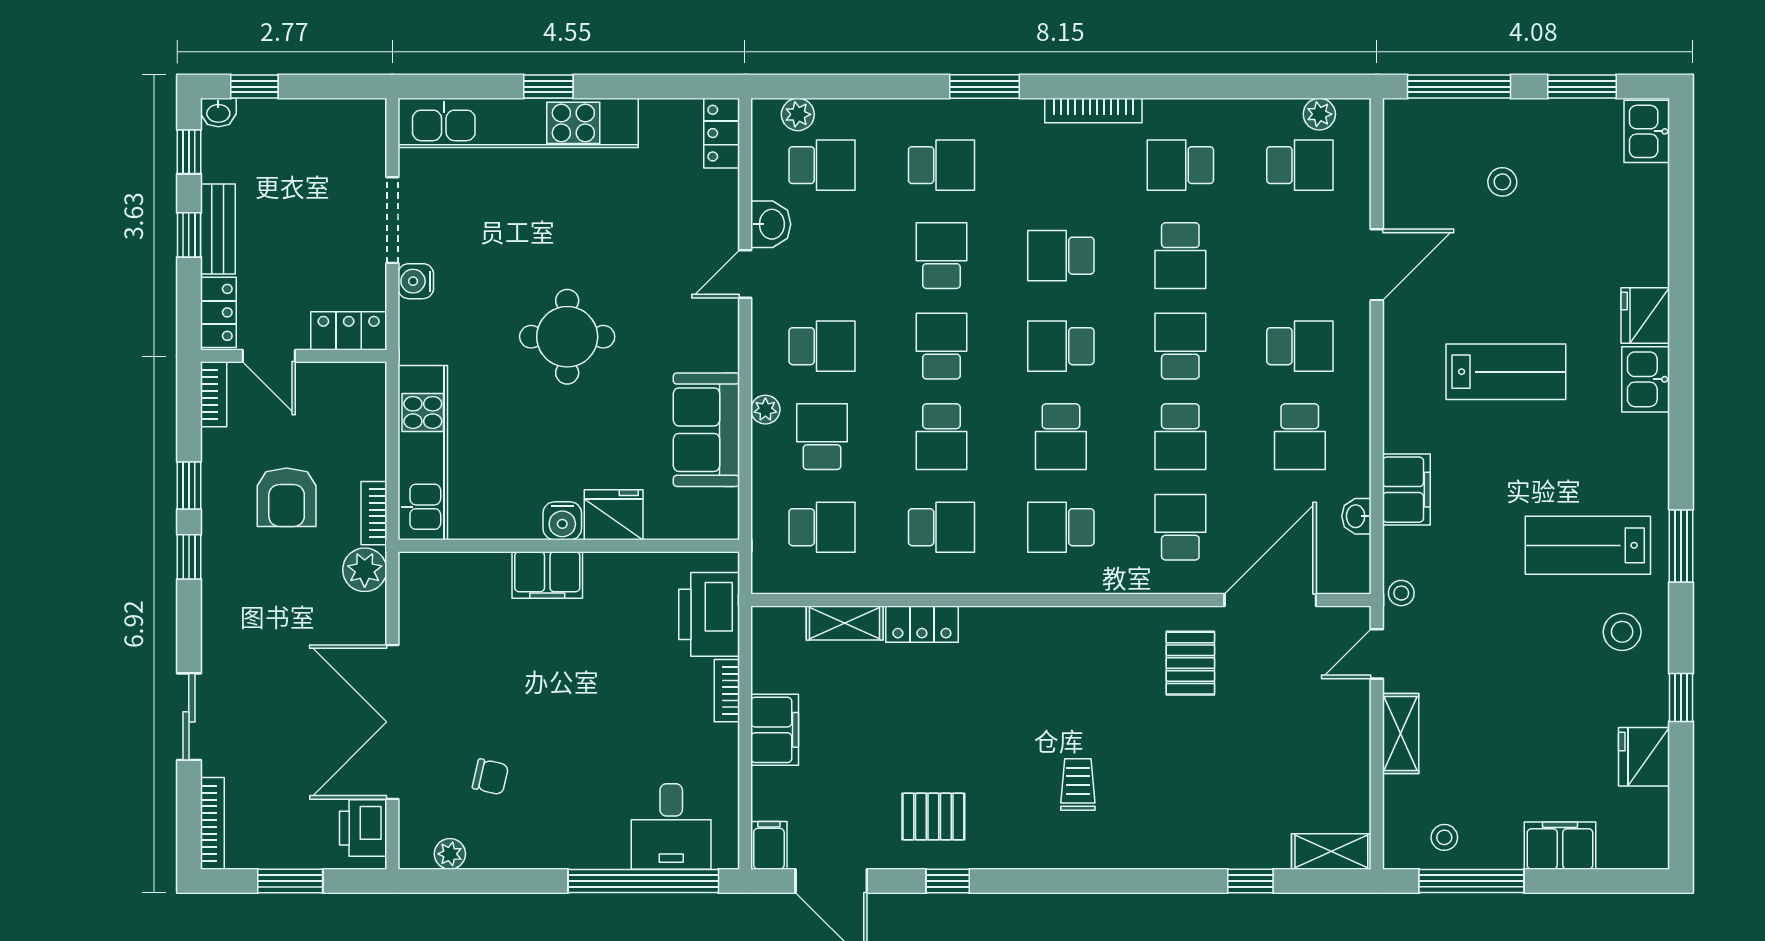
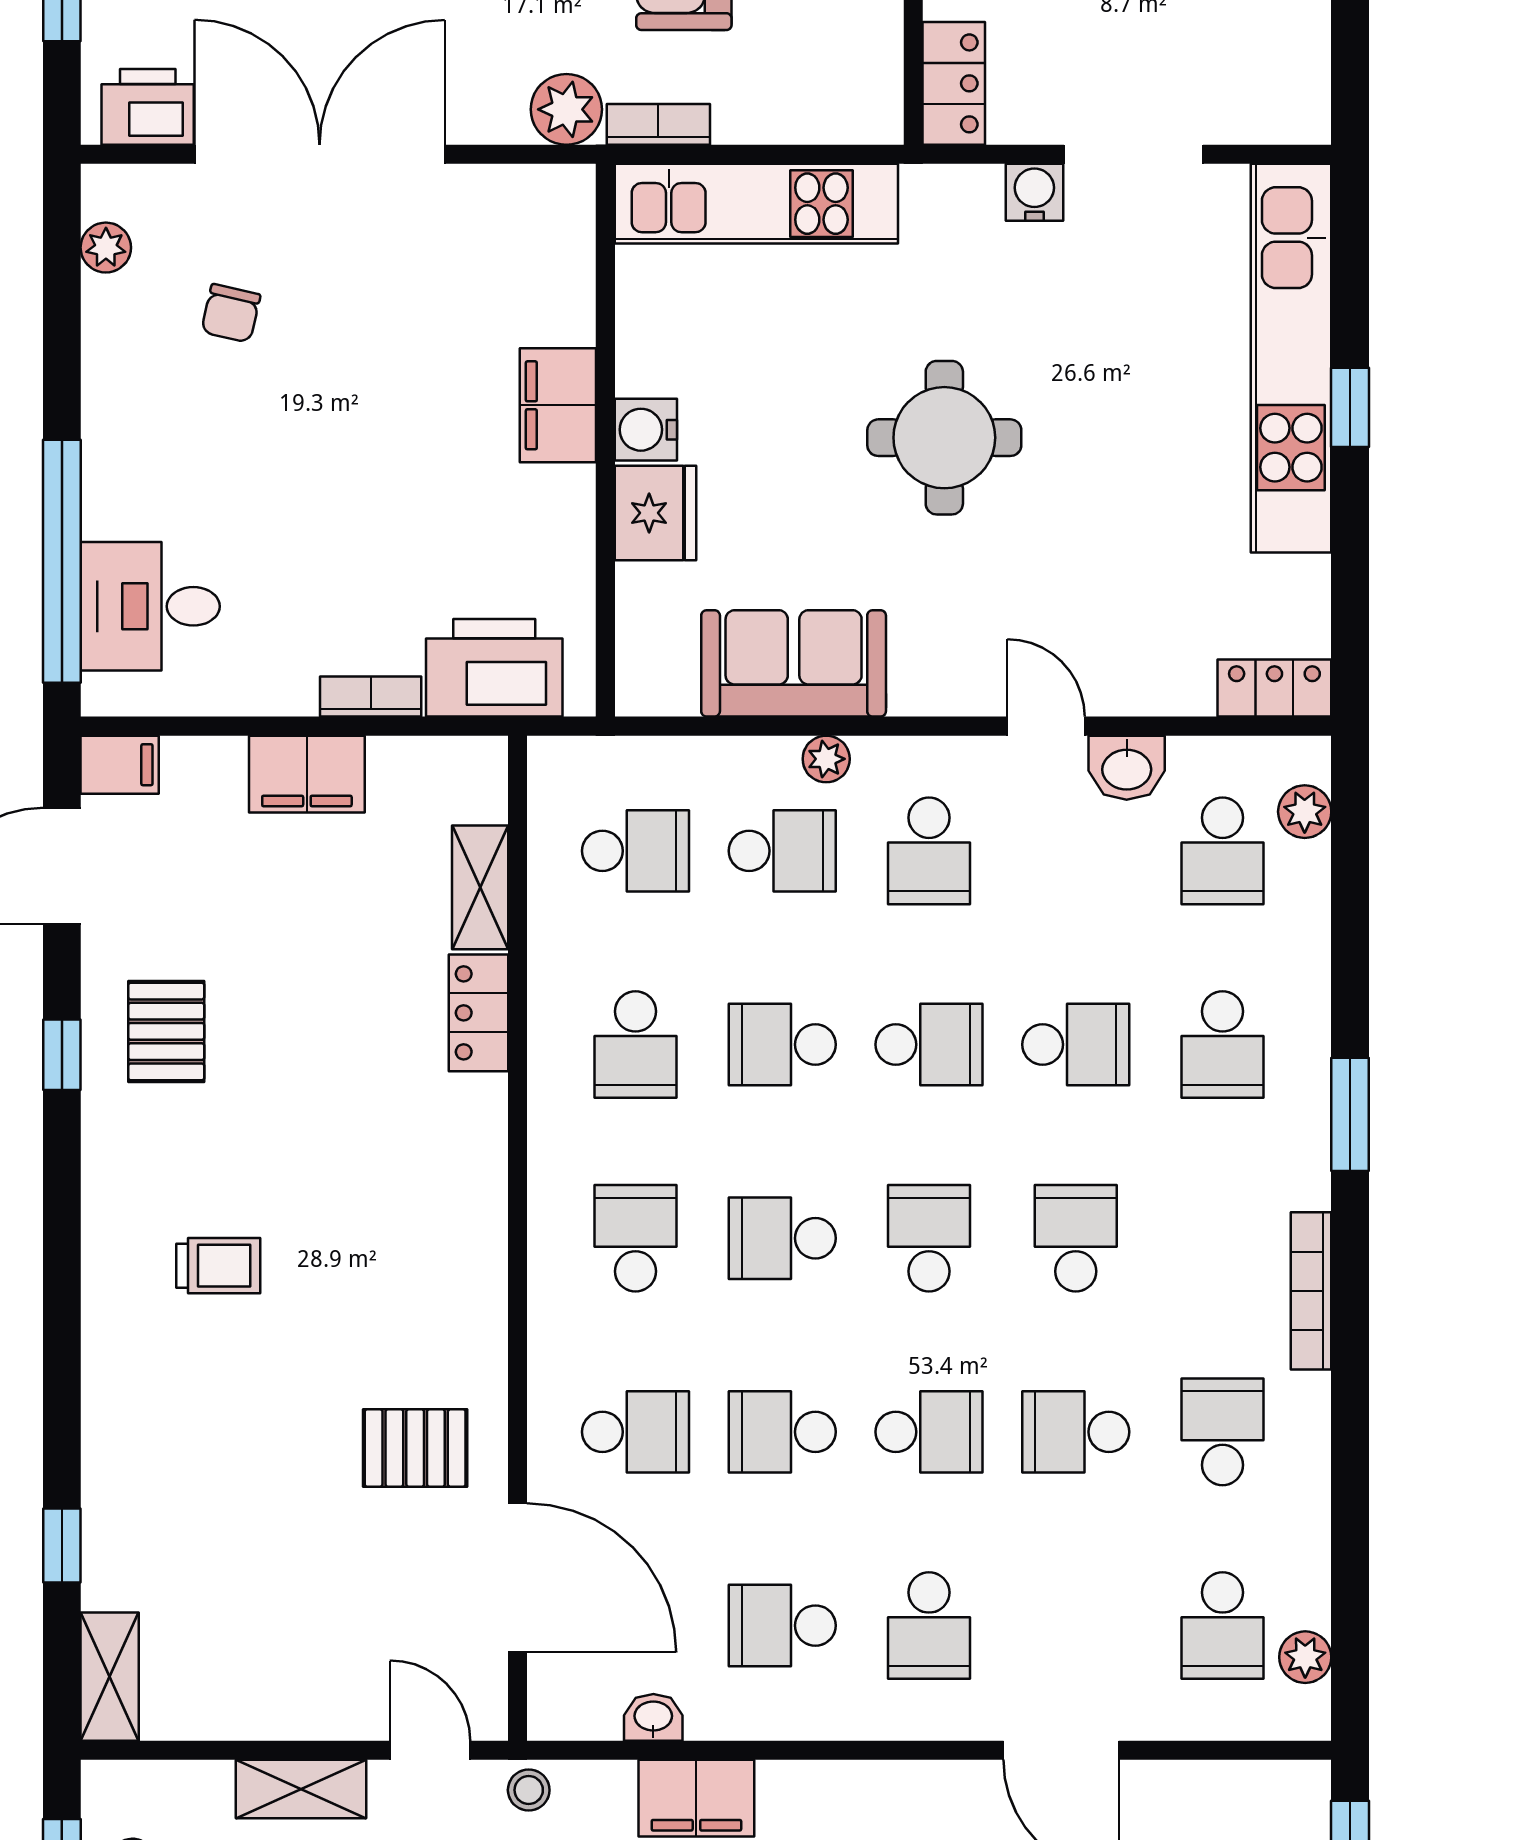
school desk: (822, 527) -> (635, 851), turned -90

